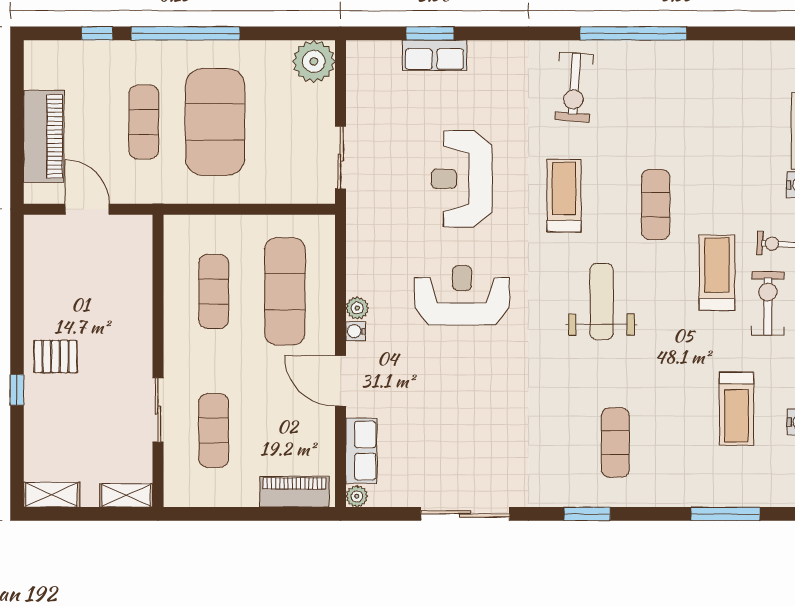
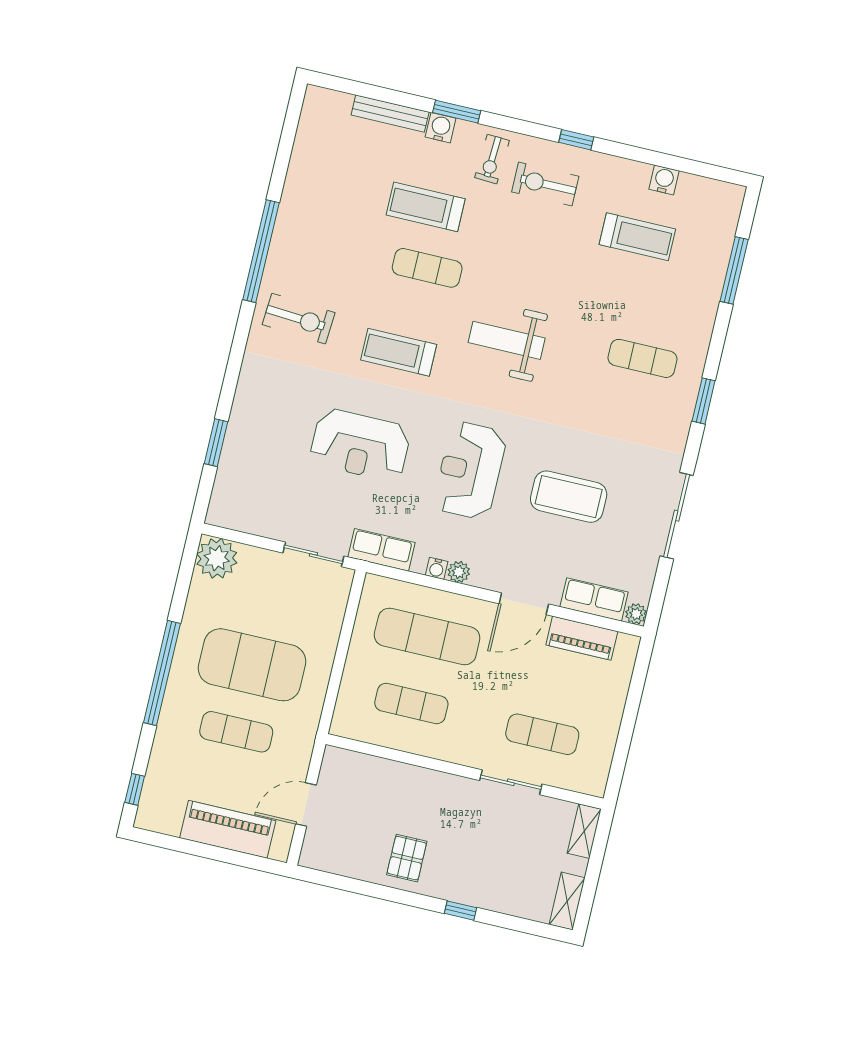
window: (97, 33) -> (135, 789), moved
row of seats: (434, 55) -> (381, 550), moved, turned -90
treadmill: (717, 273) -> (426, 207), moved
water cooler: (356, 331) -> (437, 568), moved
pallet: (55, 356) -> (407, 858), moved
coffee table: (459, 401) -> (569, 497), added
piano: (294, 492) -> (582, 638), moved, turned -90

